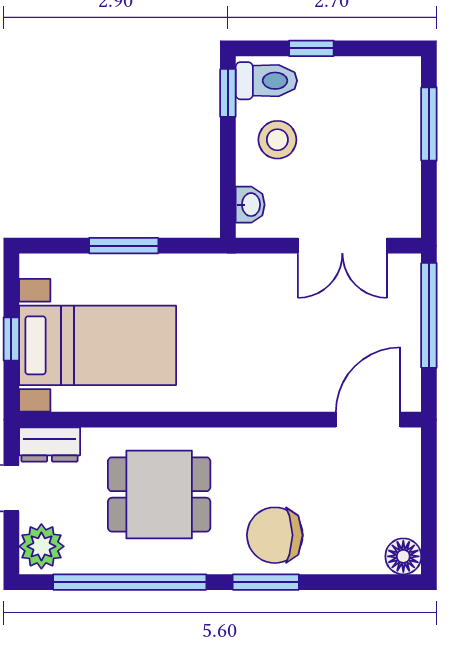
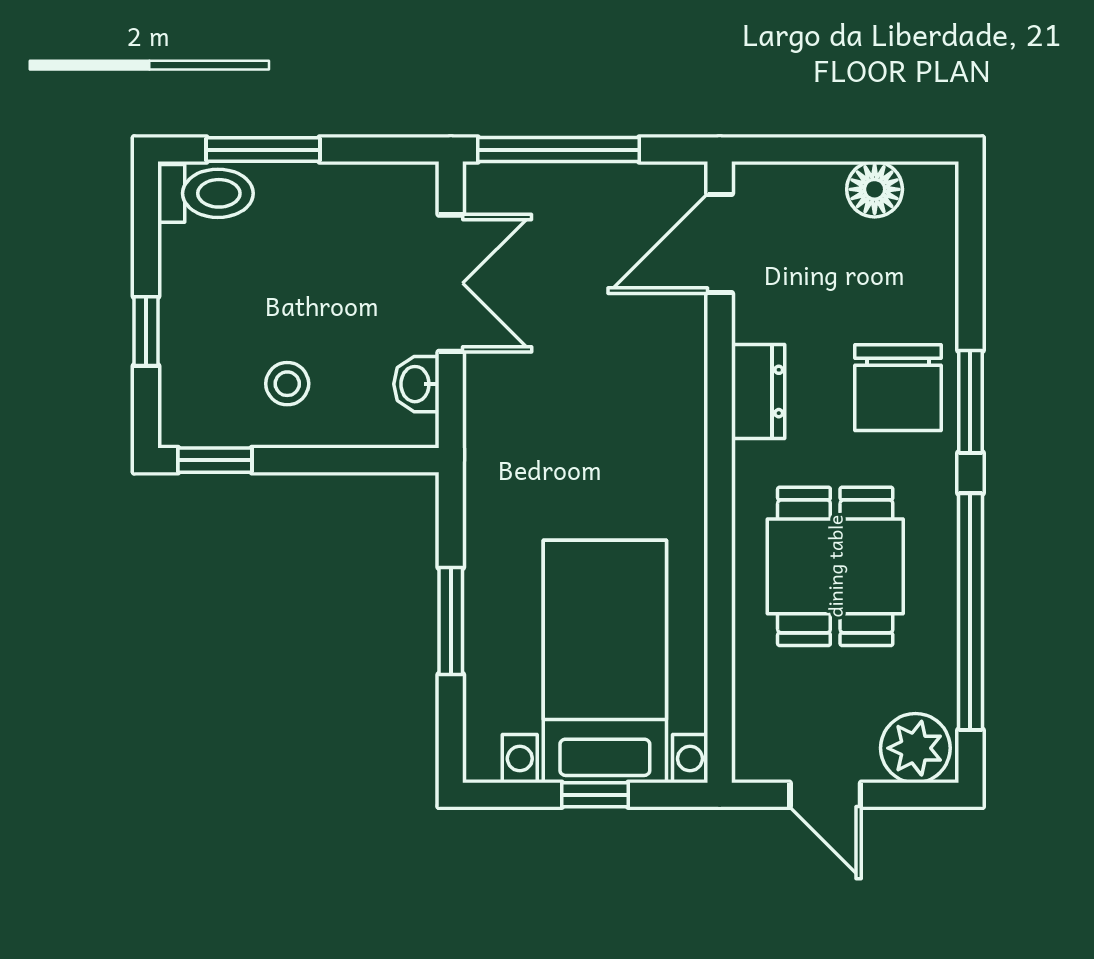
toilet: (266, 81) -> (206, 193), moved, turned 90
stool: (277, 140) -> (287, 384), width x0.73, depth x0.73
washbasin: (250, 205) -> (416, 384), moved, turned -90
door: (368, 420) -> (720, 243), hinge flipped
dresser: (50, 445) -> (758, 391), moved
floor lamp: (403, 556) -> (875, 189), moved

